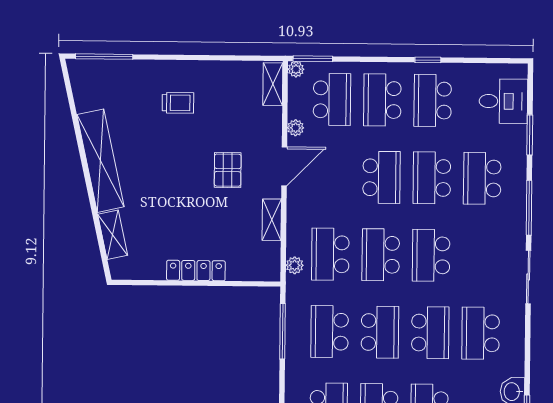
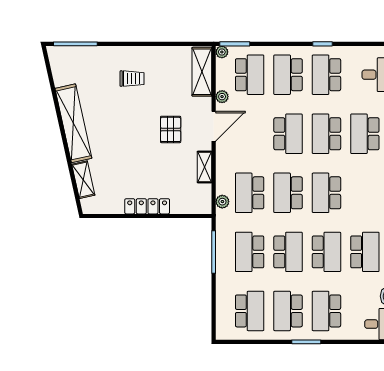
shelving: (273, 84) -> (202, 72), width x1.50, depth x1.33
school desk: (481, 333) -> (365, 252), turned 180

